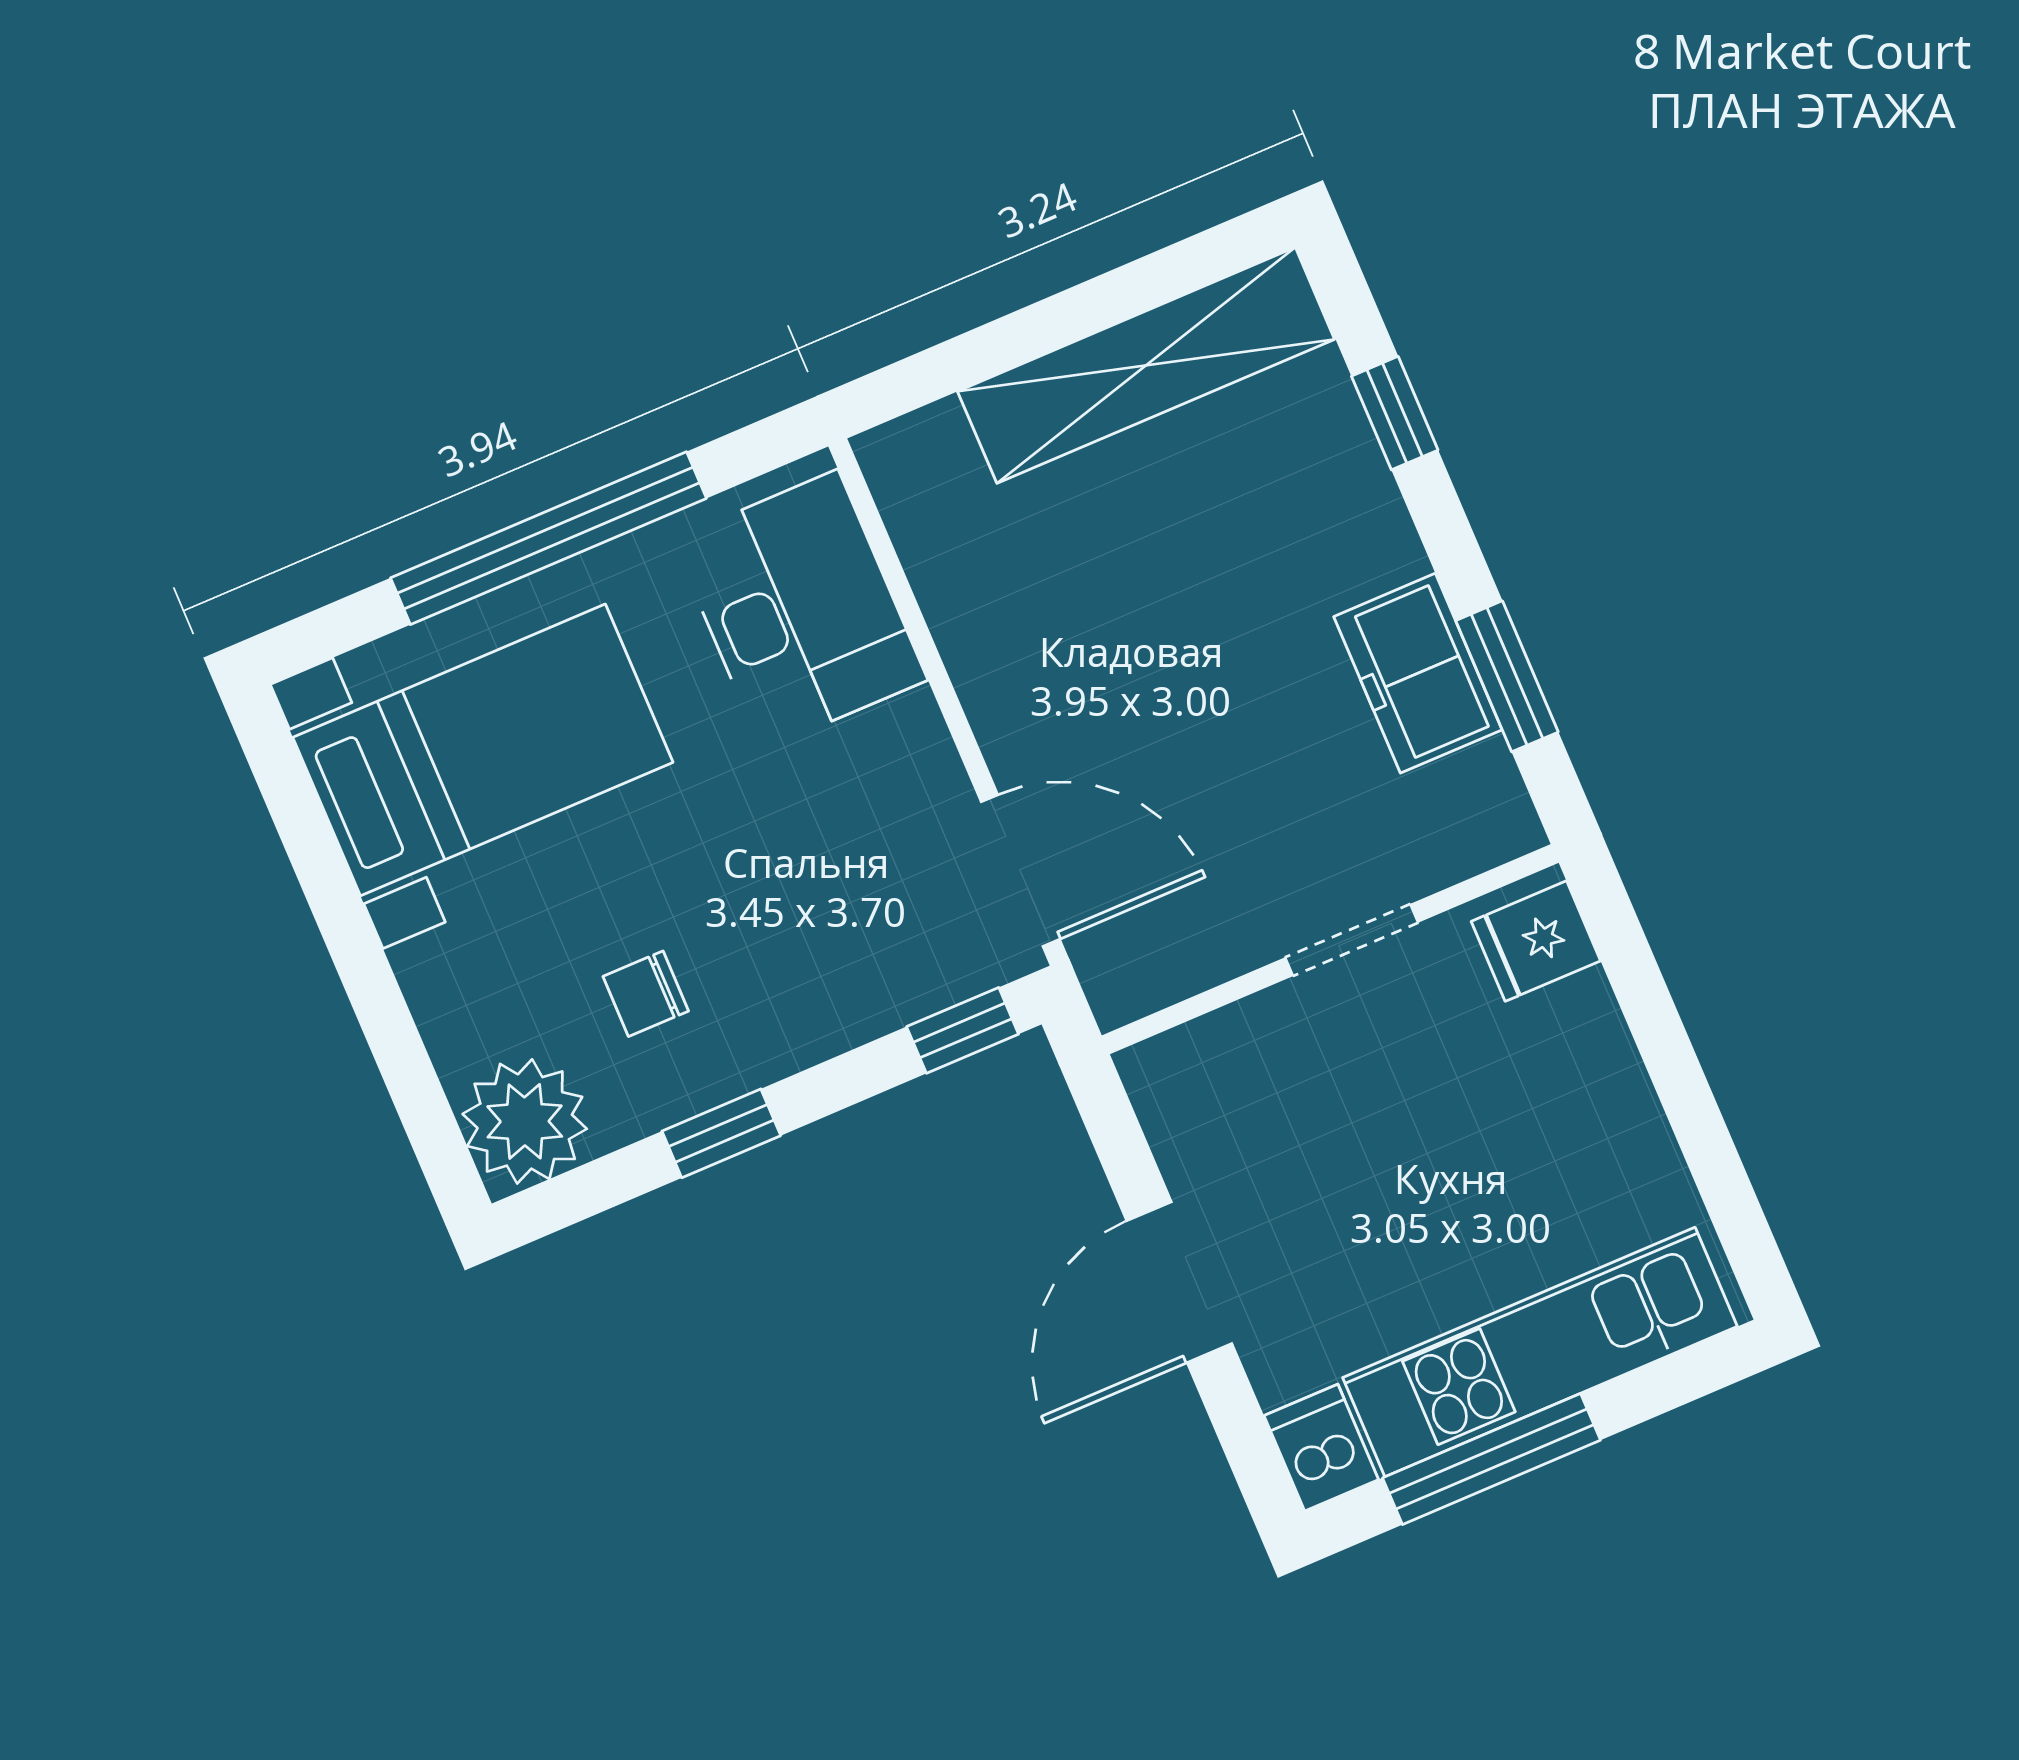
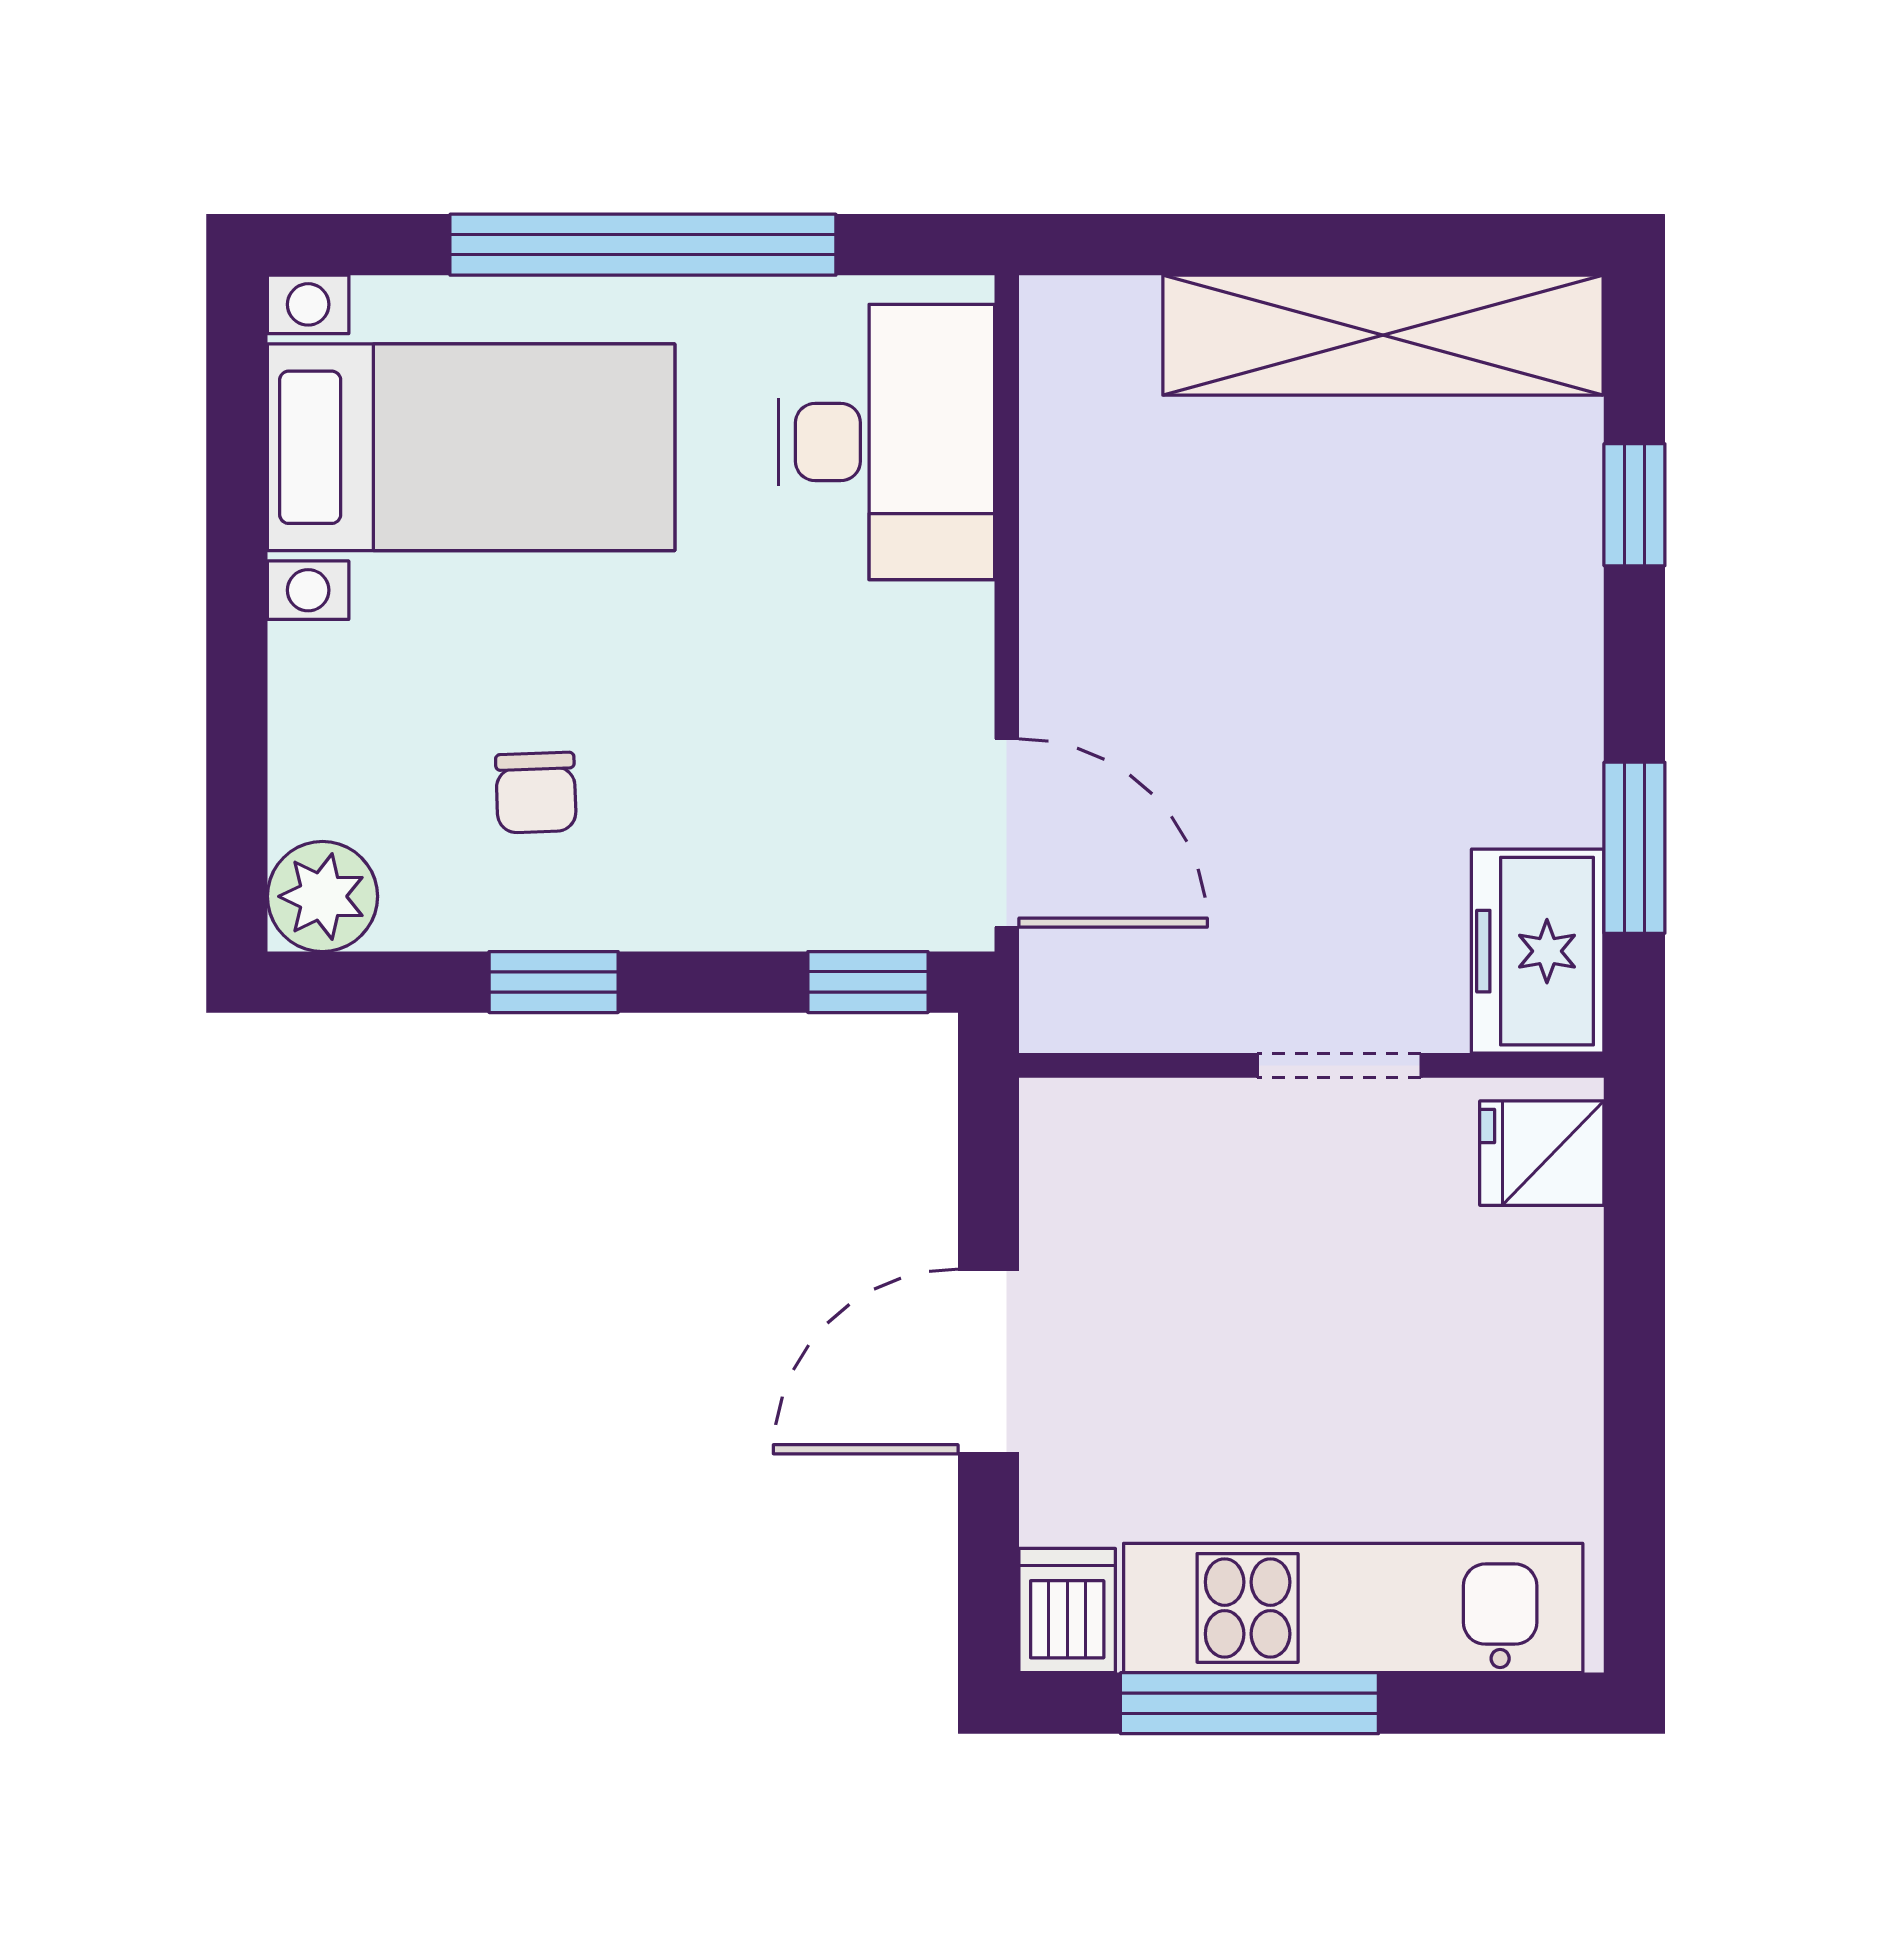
freezer: (1418, 673) -> (1538, 951), moved
chair: (646, 994) -> (536, 793), turned -92
plant: (525, 1121) -> (322, 896), width x0.73, depth x0.73

